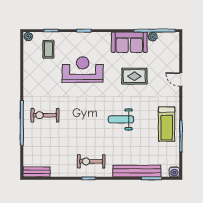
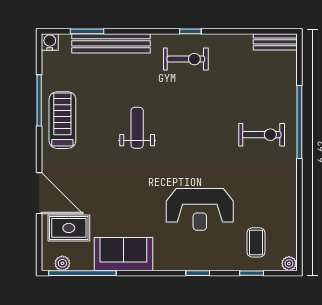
plant: (153, 37) -> (62, 263), moved
rug: (134, 76) -> (69, 228), moved
door: (181, 80) -> (39, 193), width x1.88
weight bench: (121, 119) -> (137, 128), turned -90

